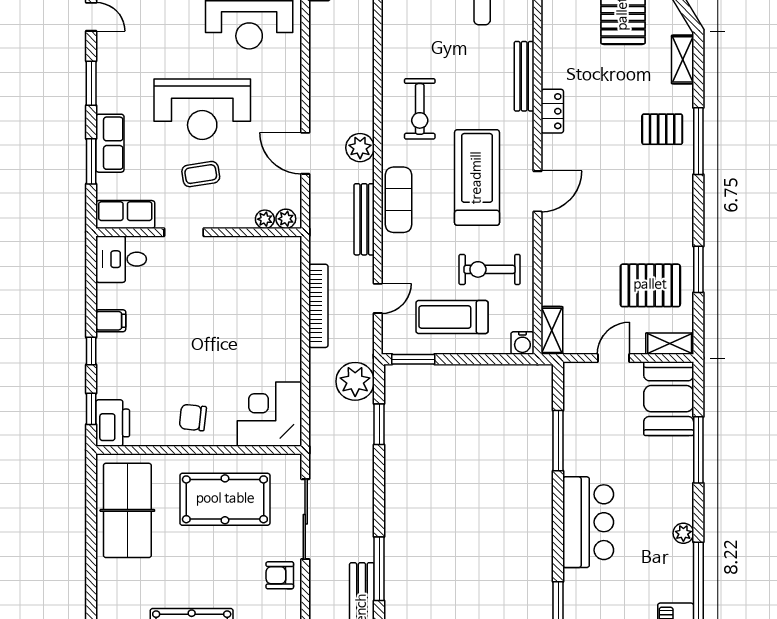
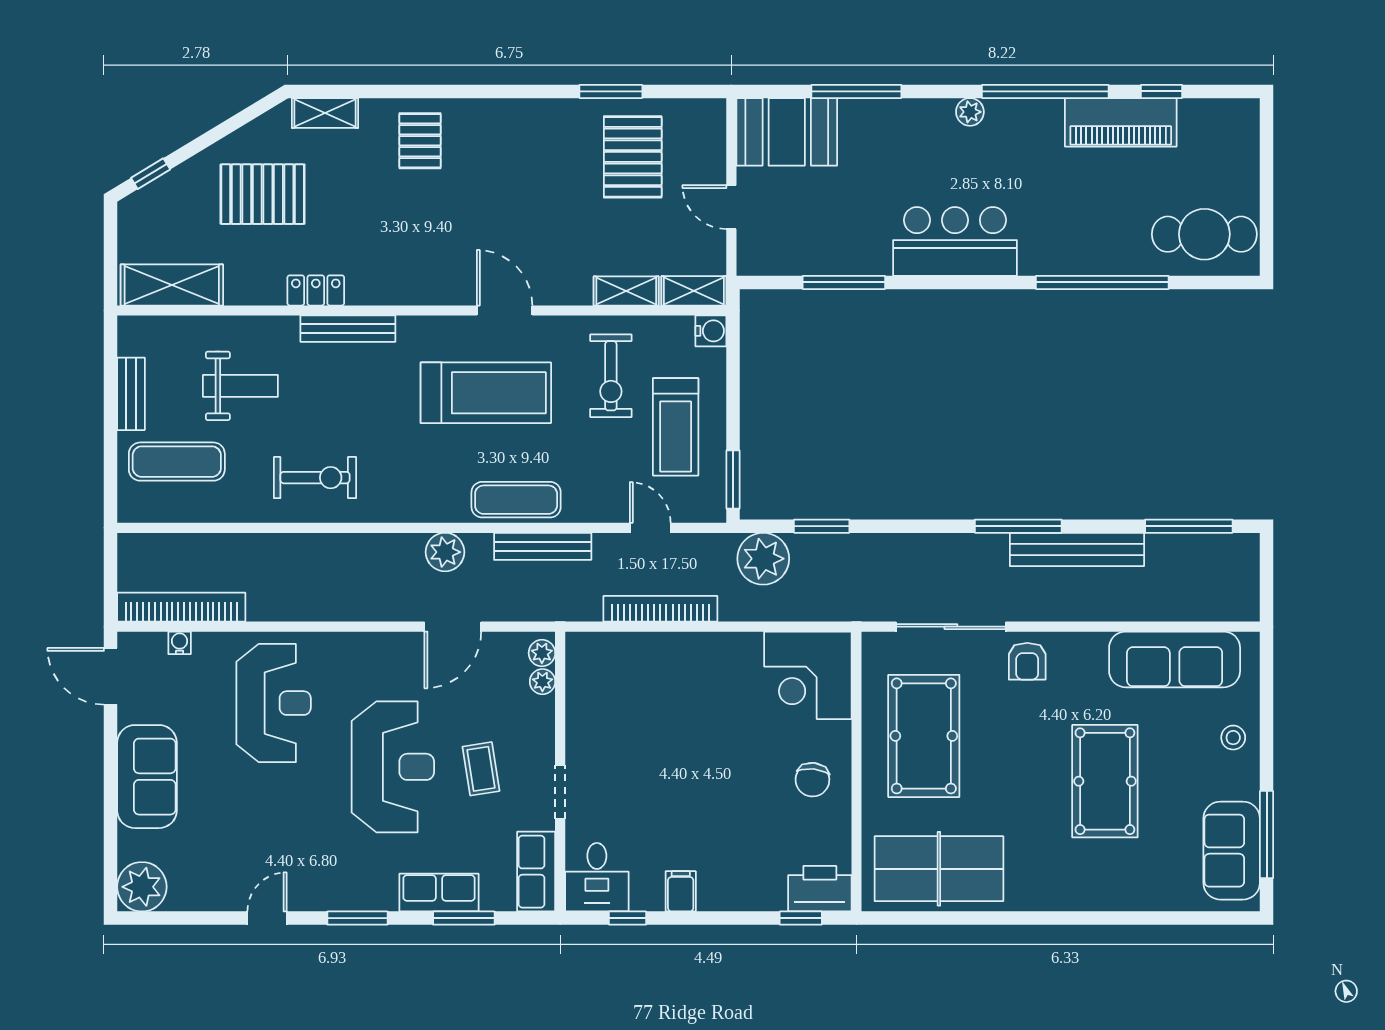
exercise bike: (420, 109) -> (315, 478), moved
locker: (552, 111) -> (316, 290), moved
window: (698, 141) -> (436, 91), removed
treadmill: (477, 178) -> (486, 393), turned 180
shelving: (670, 344) -> (626, 291), moved, turned 90
window: (91, 351) -> (628, 918), moved

